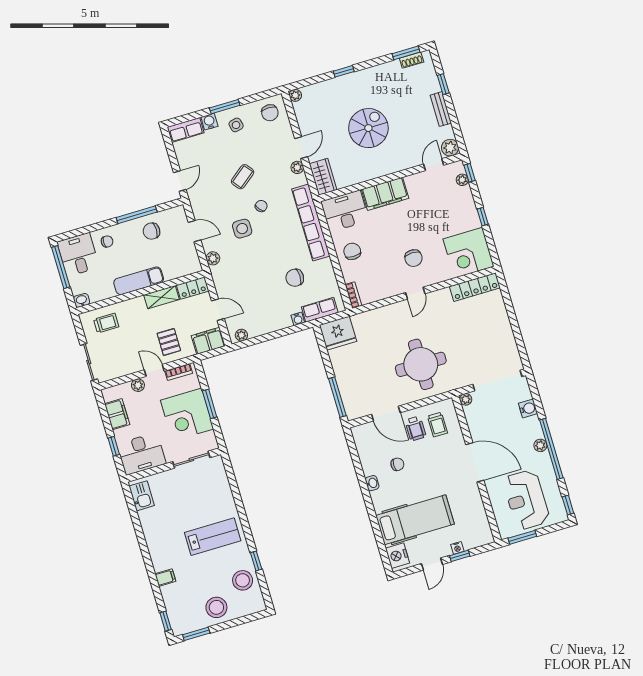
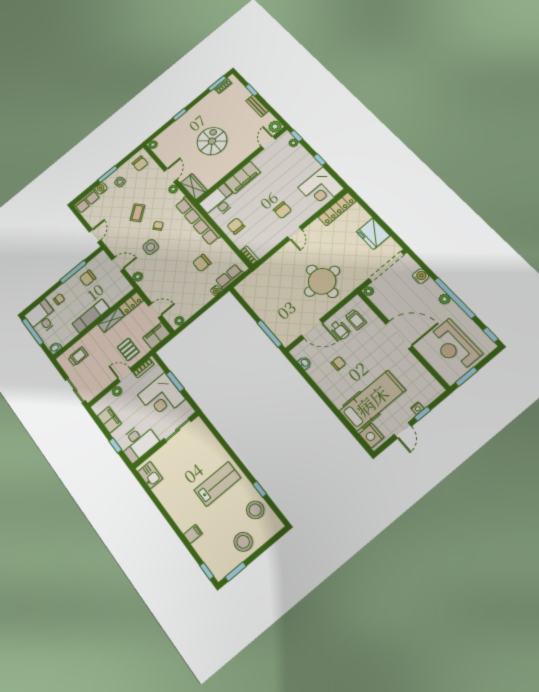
fridge: (338, 333) -> (373, 234), moved, turned 90
washbasin: (372, 483) -> (305, 363), moved

